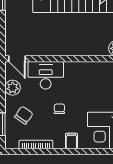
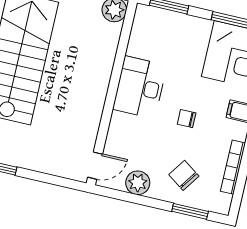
desk: (46, 75) -> (140, 87), moved

